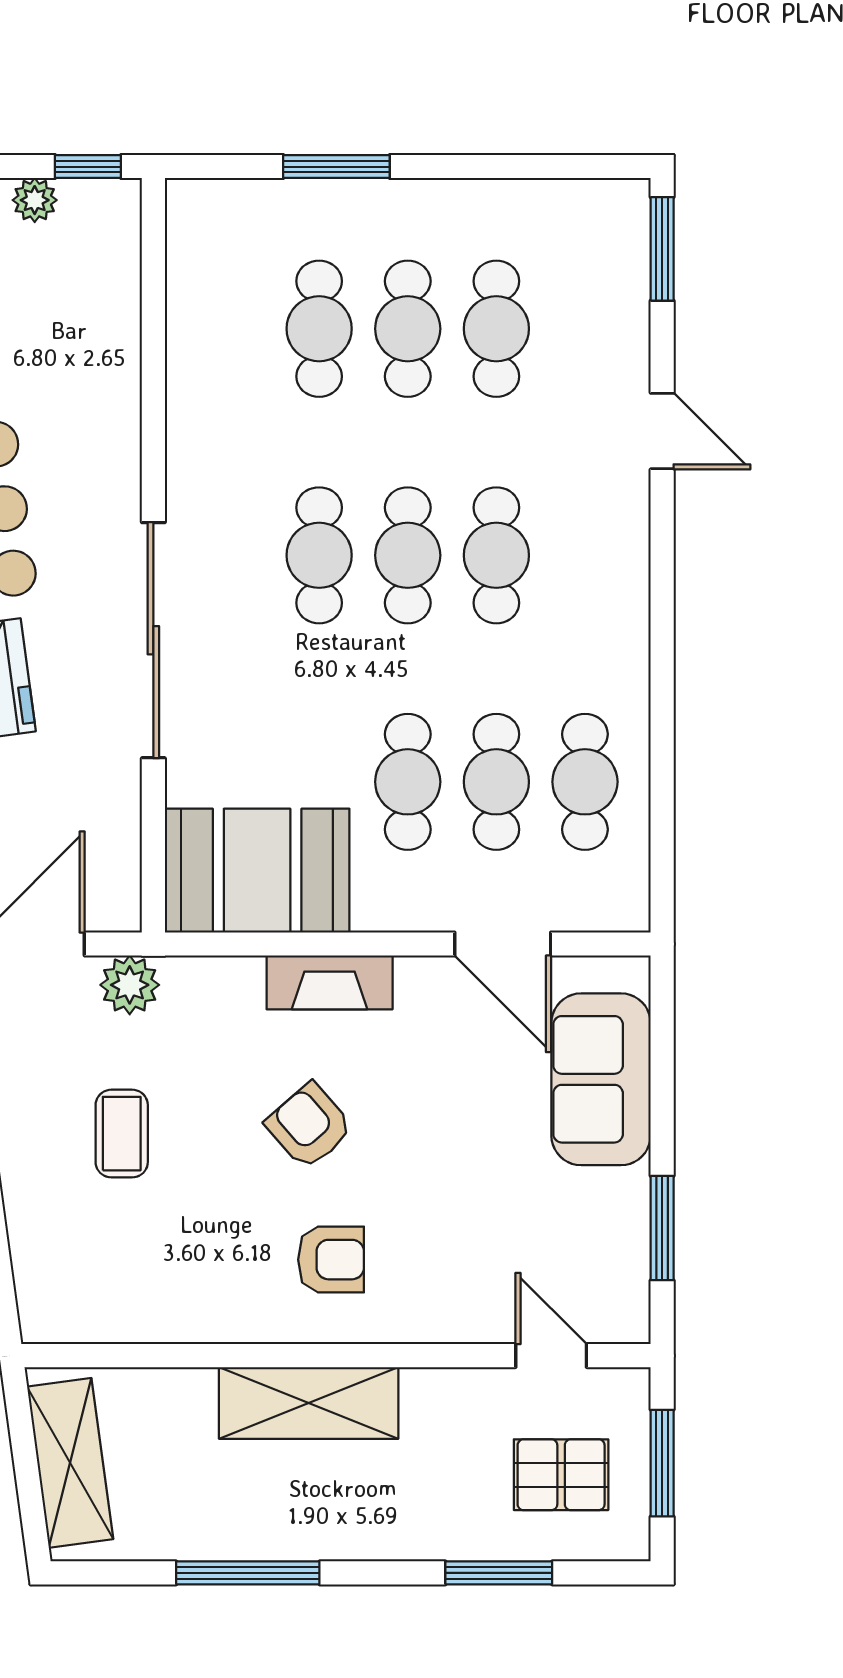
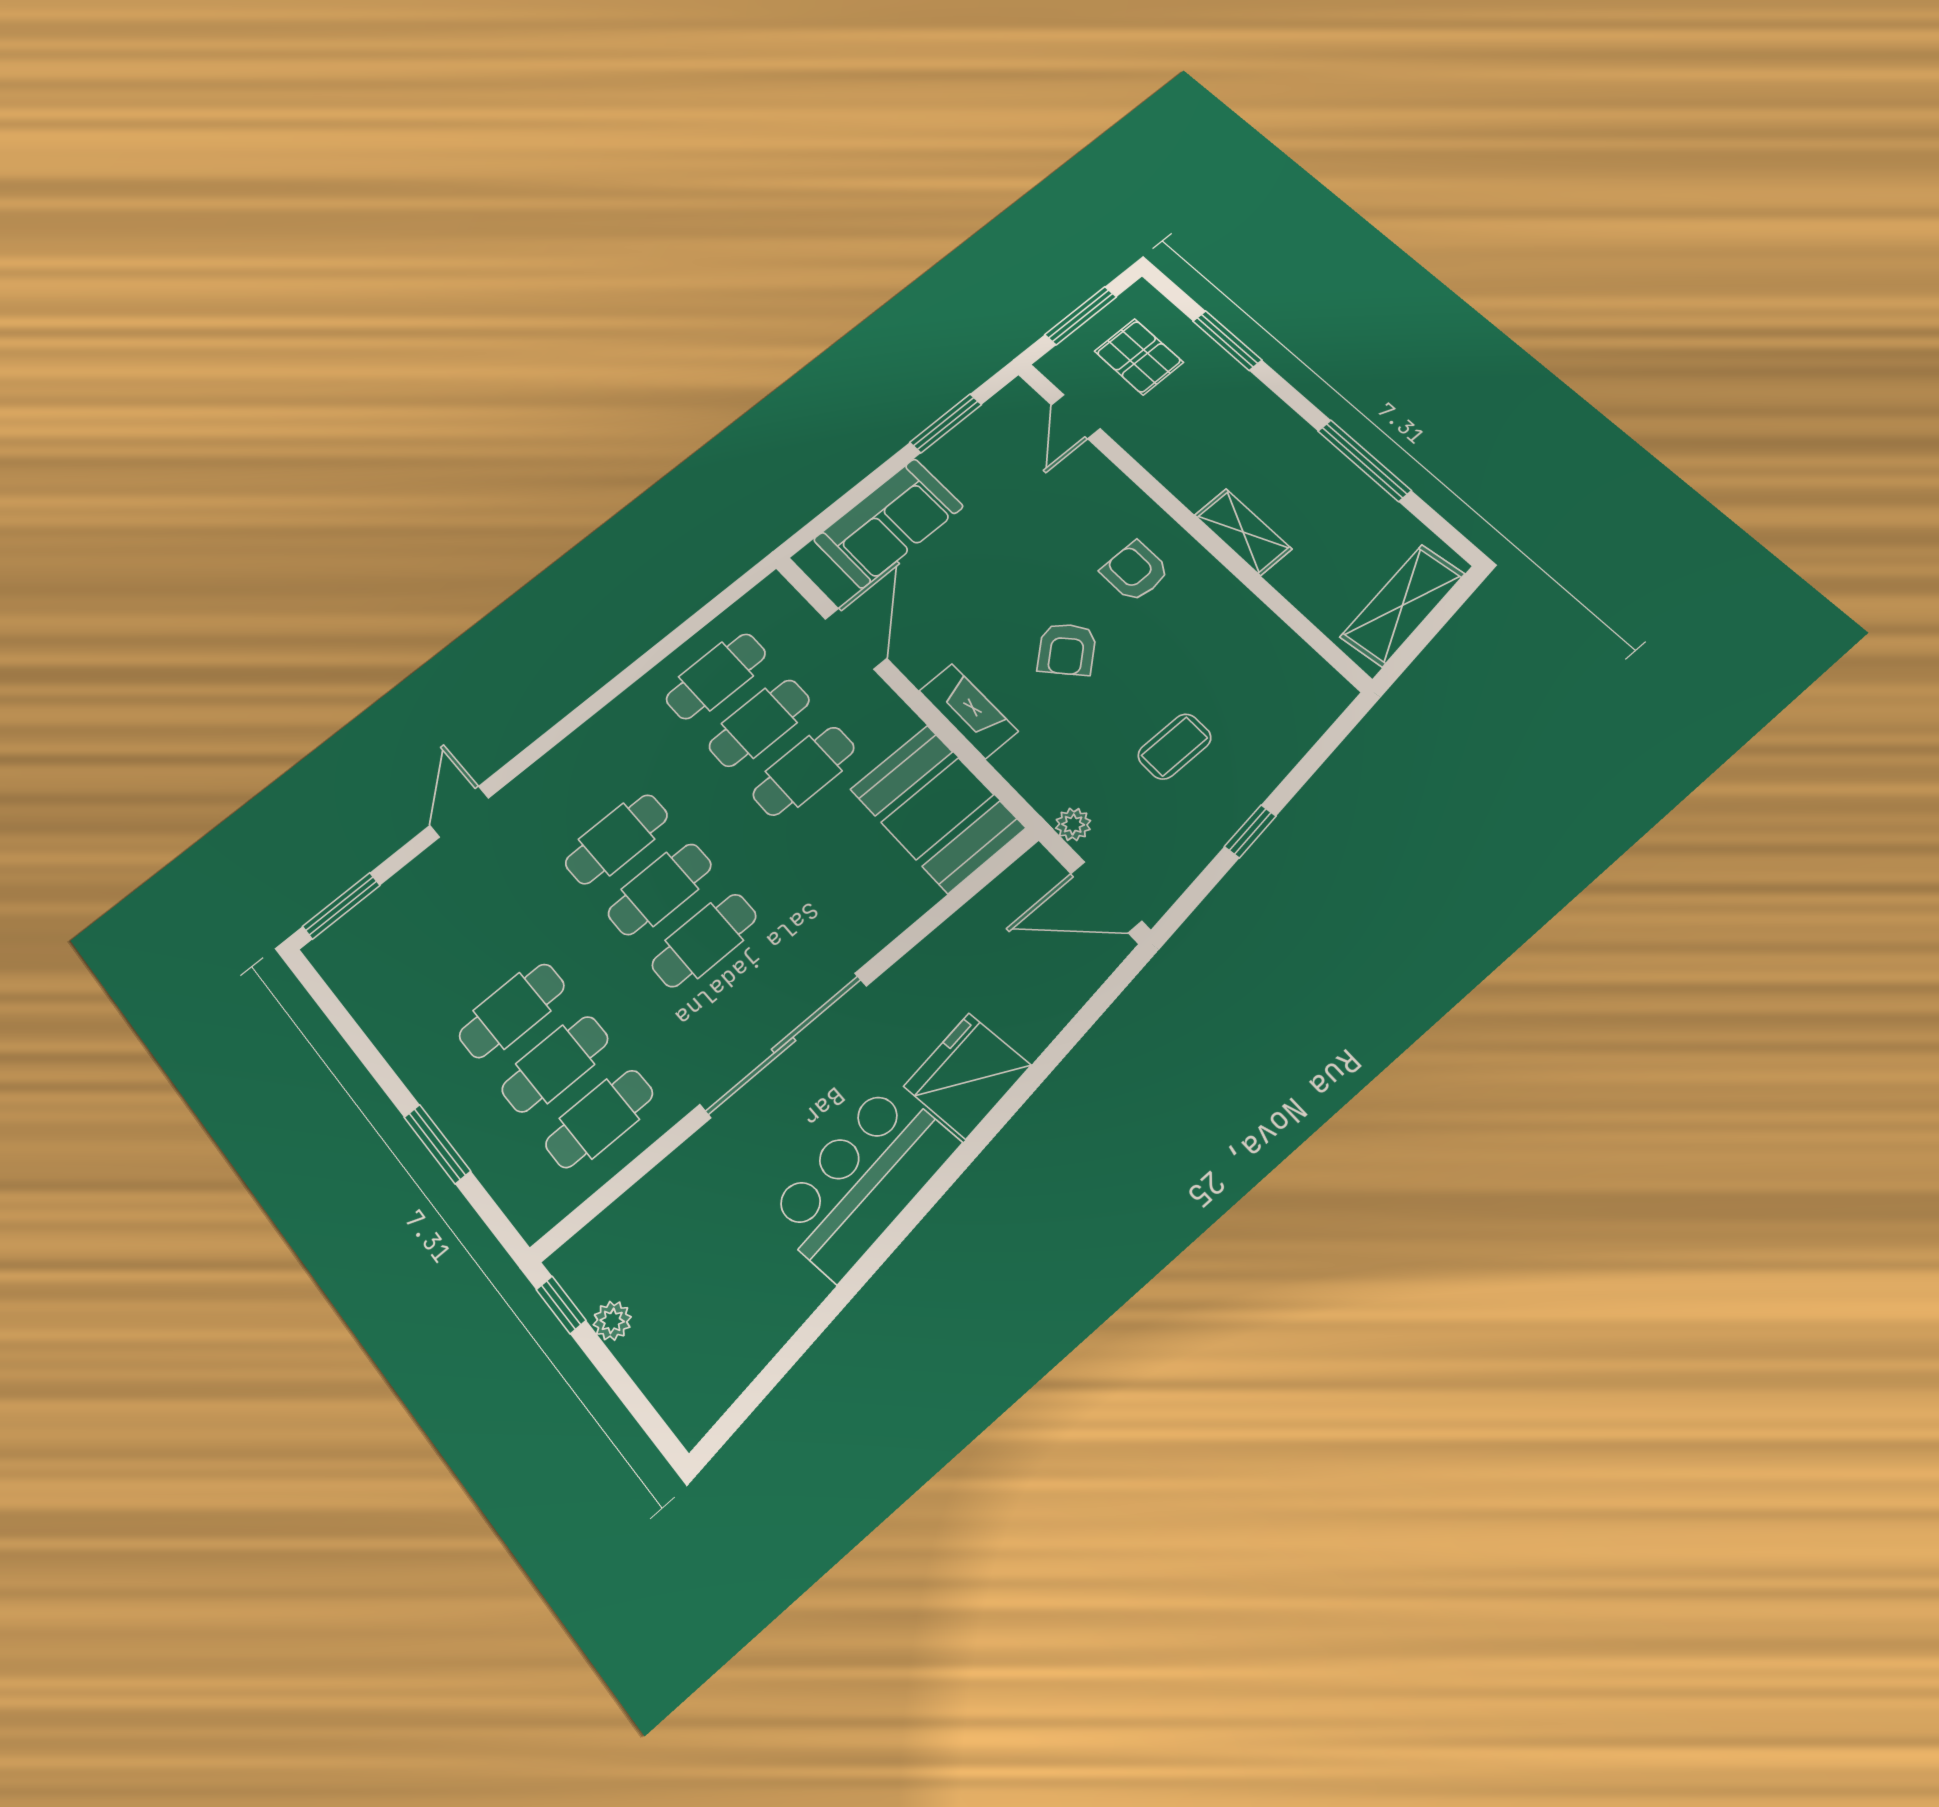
cafe table: (496, 329) -> (599, 1119), moved
sliding door: (153, 640) -> (784, 1045), moved
plant: (130, 985) -> (1073, 824), width x0.73, depth x0.73
shelving: (309, 1403) -> (1243, 532), width x0.67, depth x0.75

